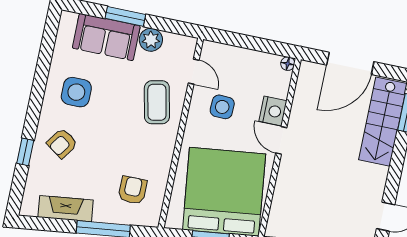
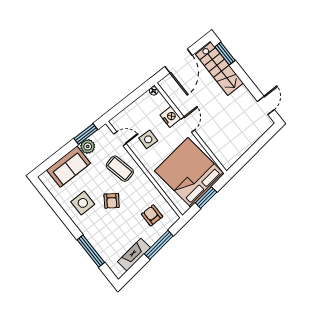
window: (125, 16) -> (86, 134), moved
door: (281, 140) -> (188, 125), swing flipped
armchair: (62, 143) -> (112, 201), moved
window: (25, 152) -> (91, 251), width x2.17

